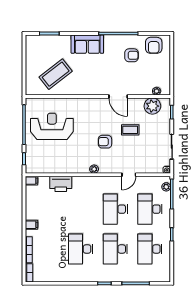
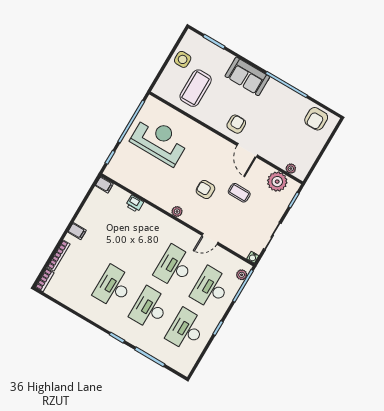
armchair: (132, 55) -> (236, 124), moved, turned -90
side table: (34, 59) -> (183, 59), added
coffee table: (56, 74) -> (196, 88), turned -52
printer: (61, 184) -> (135, 204), width x0.53, depth x0.68

